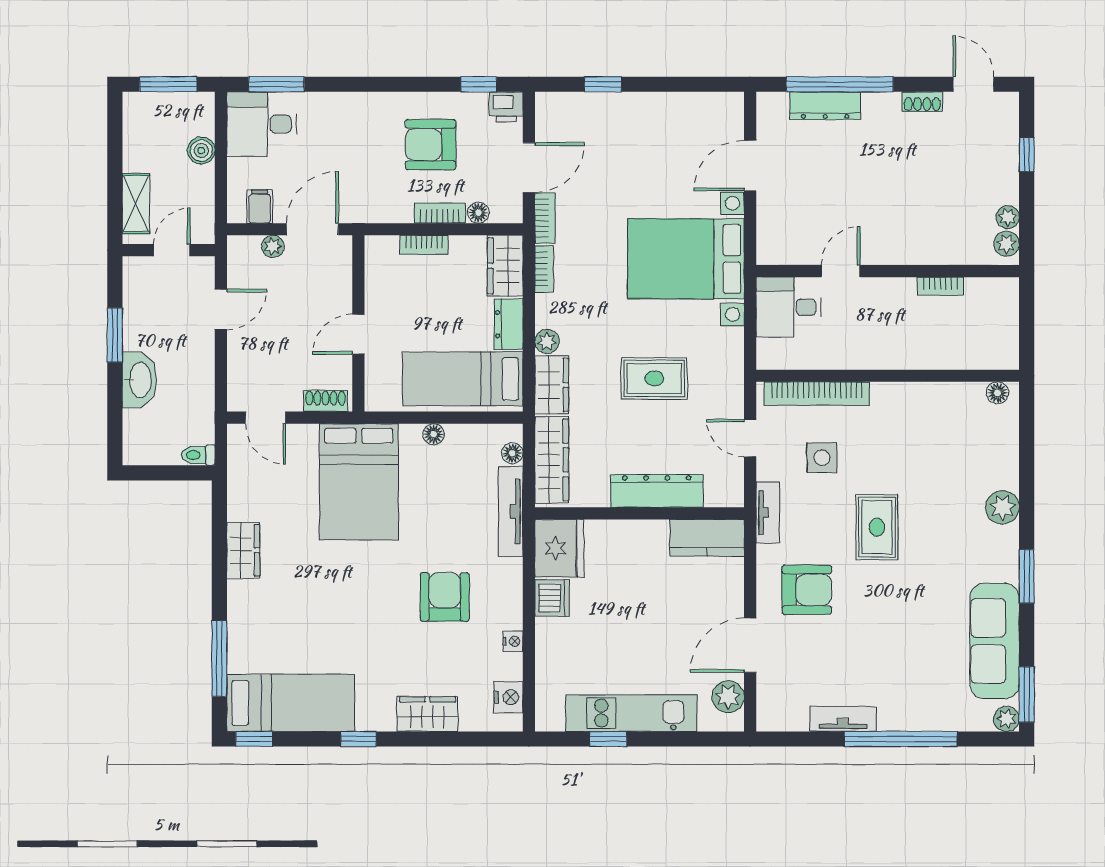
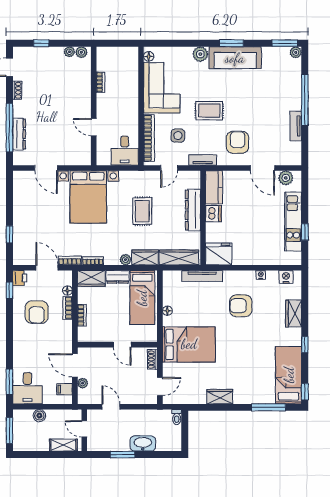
desk: (789, 307) -> (125, 151), moved
corner sofa: (928, 422) -> (162, 88), added
floor lamp: (512, 453) -> (176, 275), removed
dishwasher: (552, 598) -> (213, 214), moved, turned 90
sofa: (995, 641) -> (235, 58), moved

